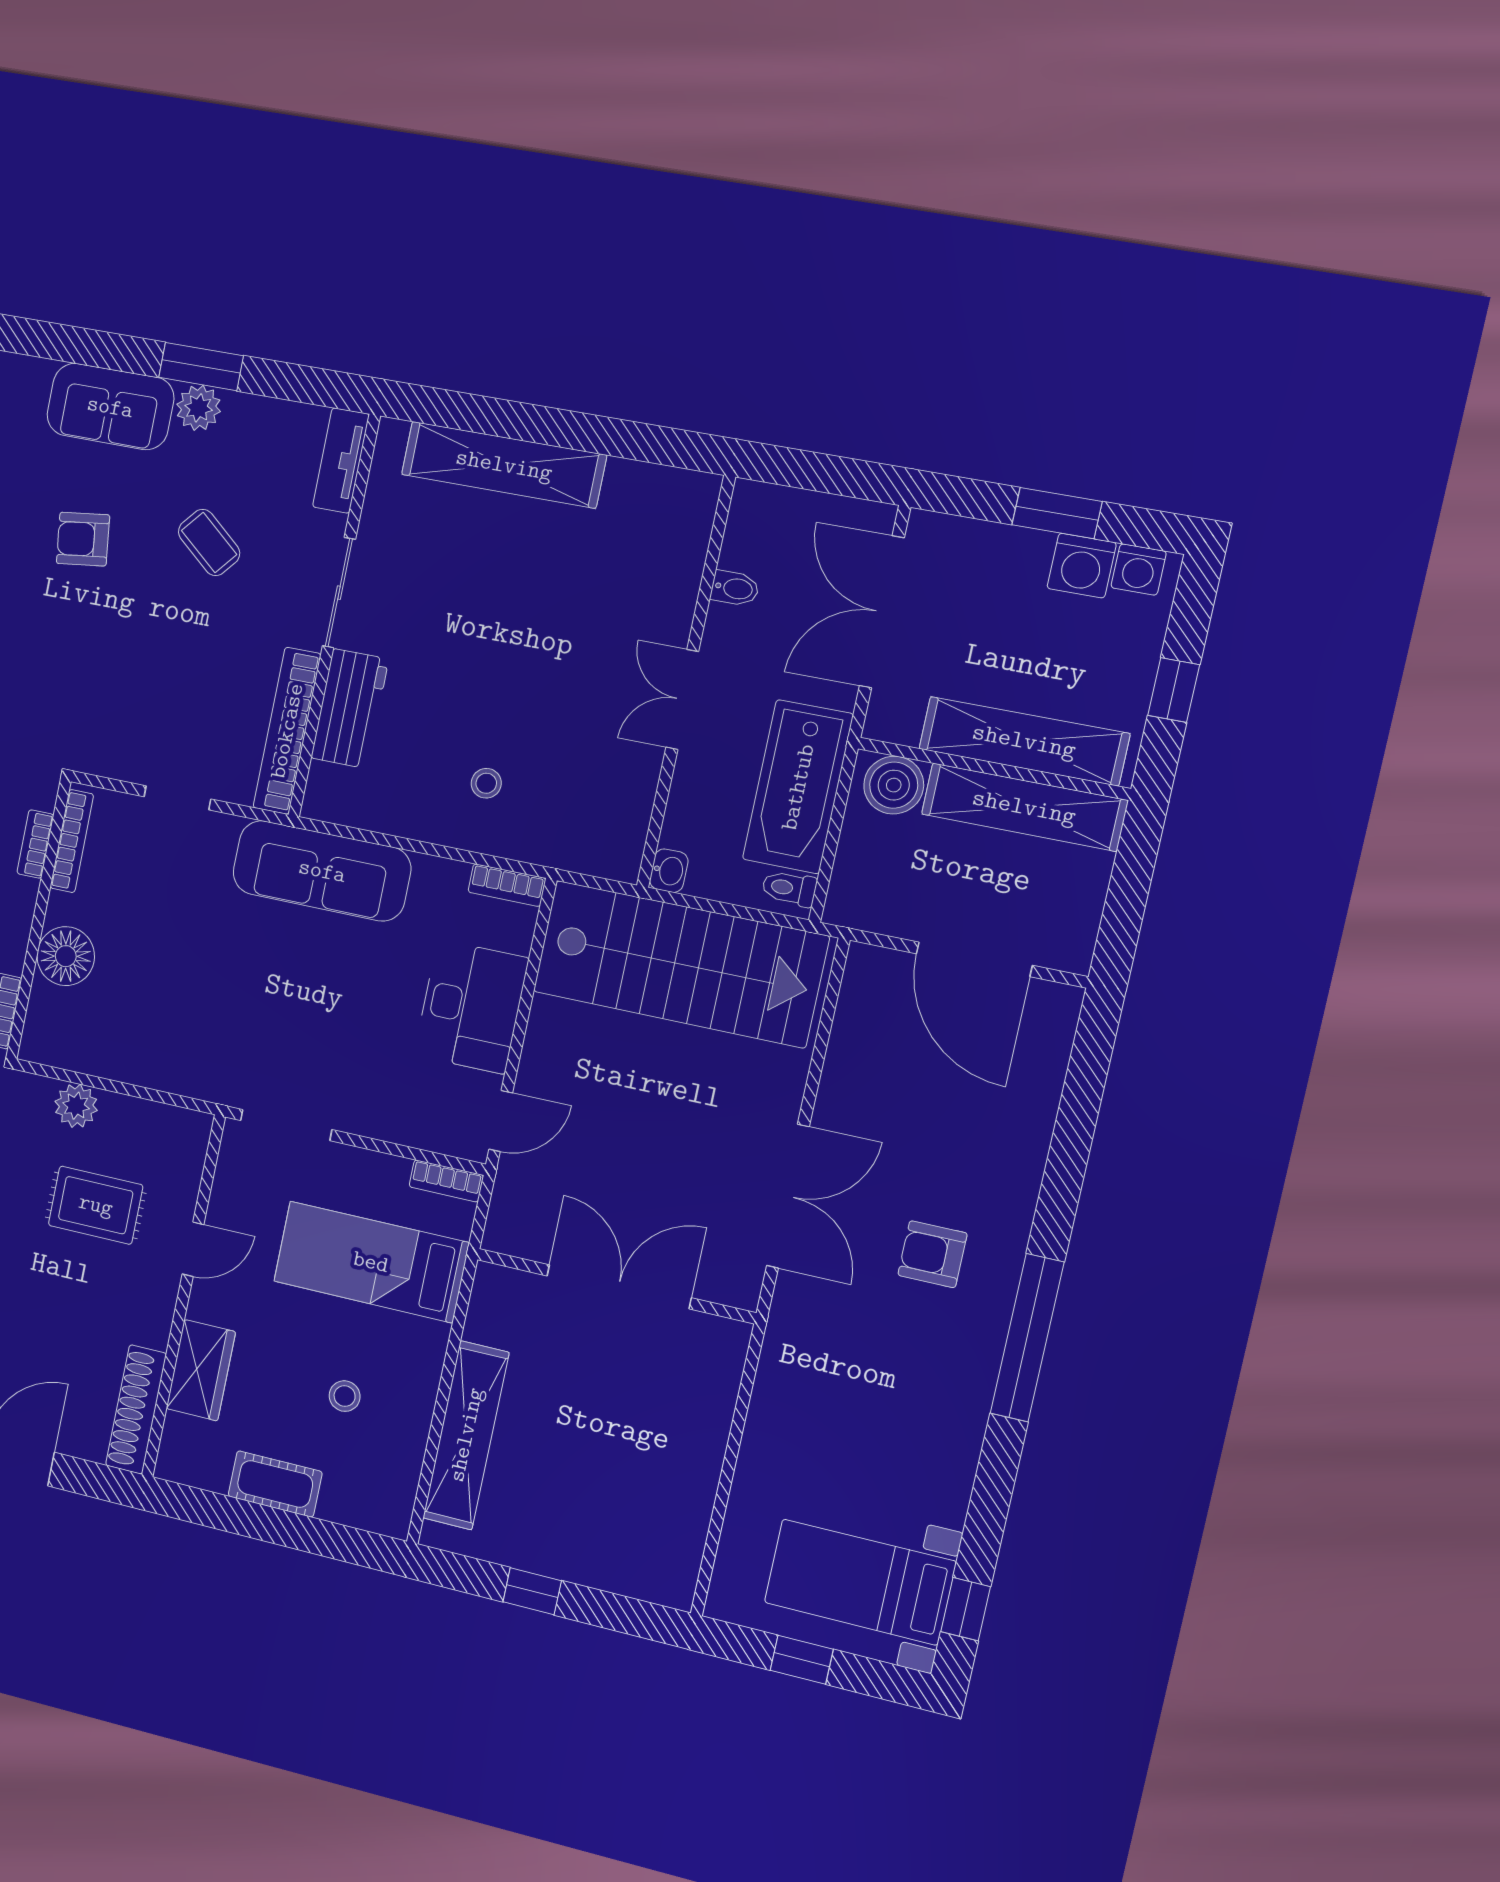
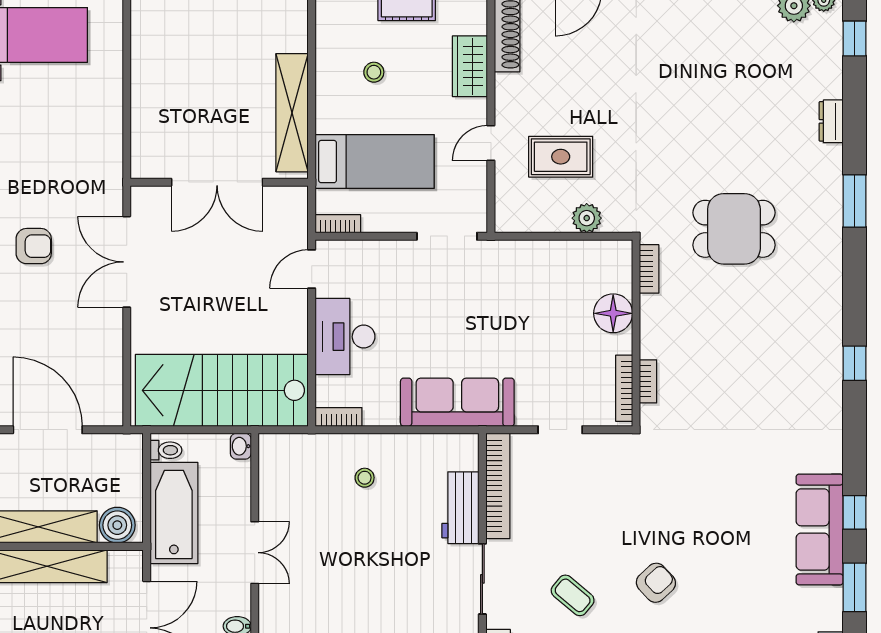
armchair: (83, 539) -> (656, 583), turned -36
shelving: (466, 1435) -> (292, 113), moved

